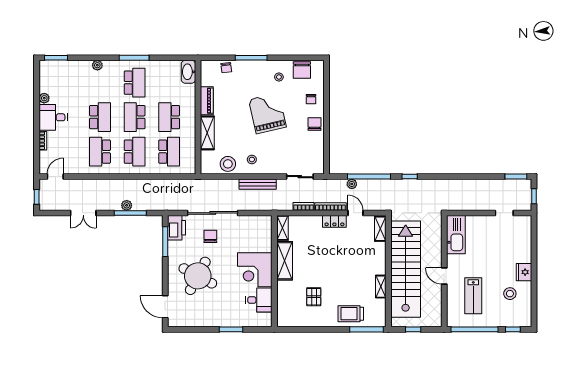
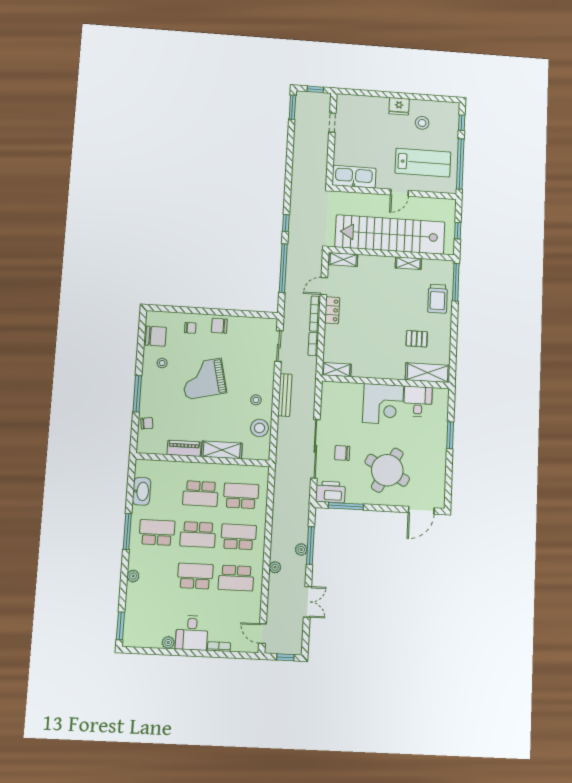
washbasin: (188, 72) -> (142, 491), moved, turned -90
plant: (352, 184) -> (275, 567), moved
shelving: (285, 261) -> (428, 373), moved
lab bench: (473, 296) -> (423, 163), width x1.36, depth x1.39

